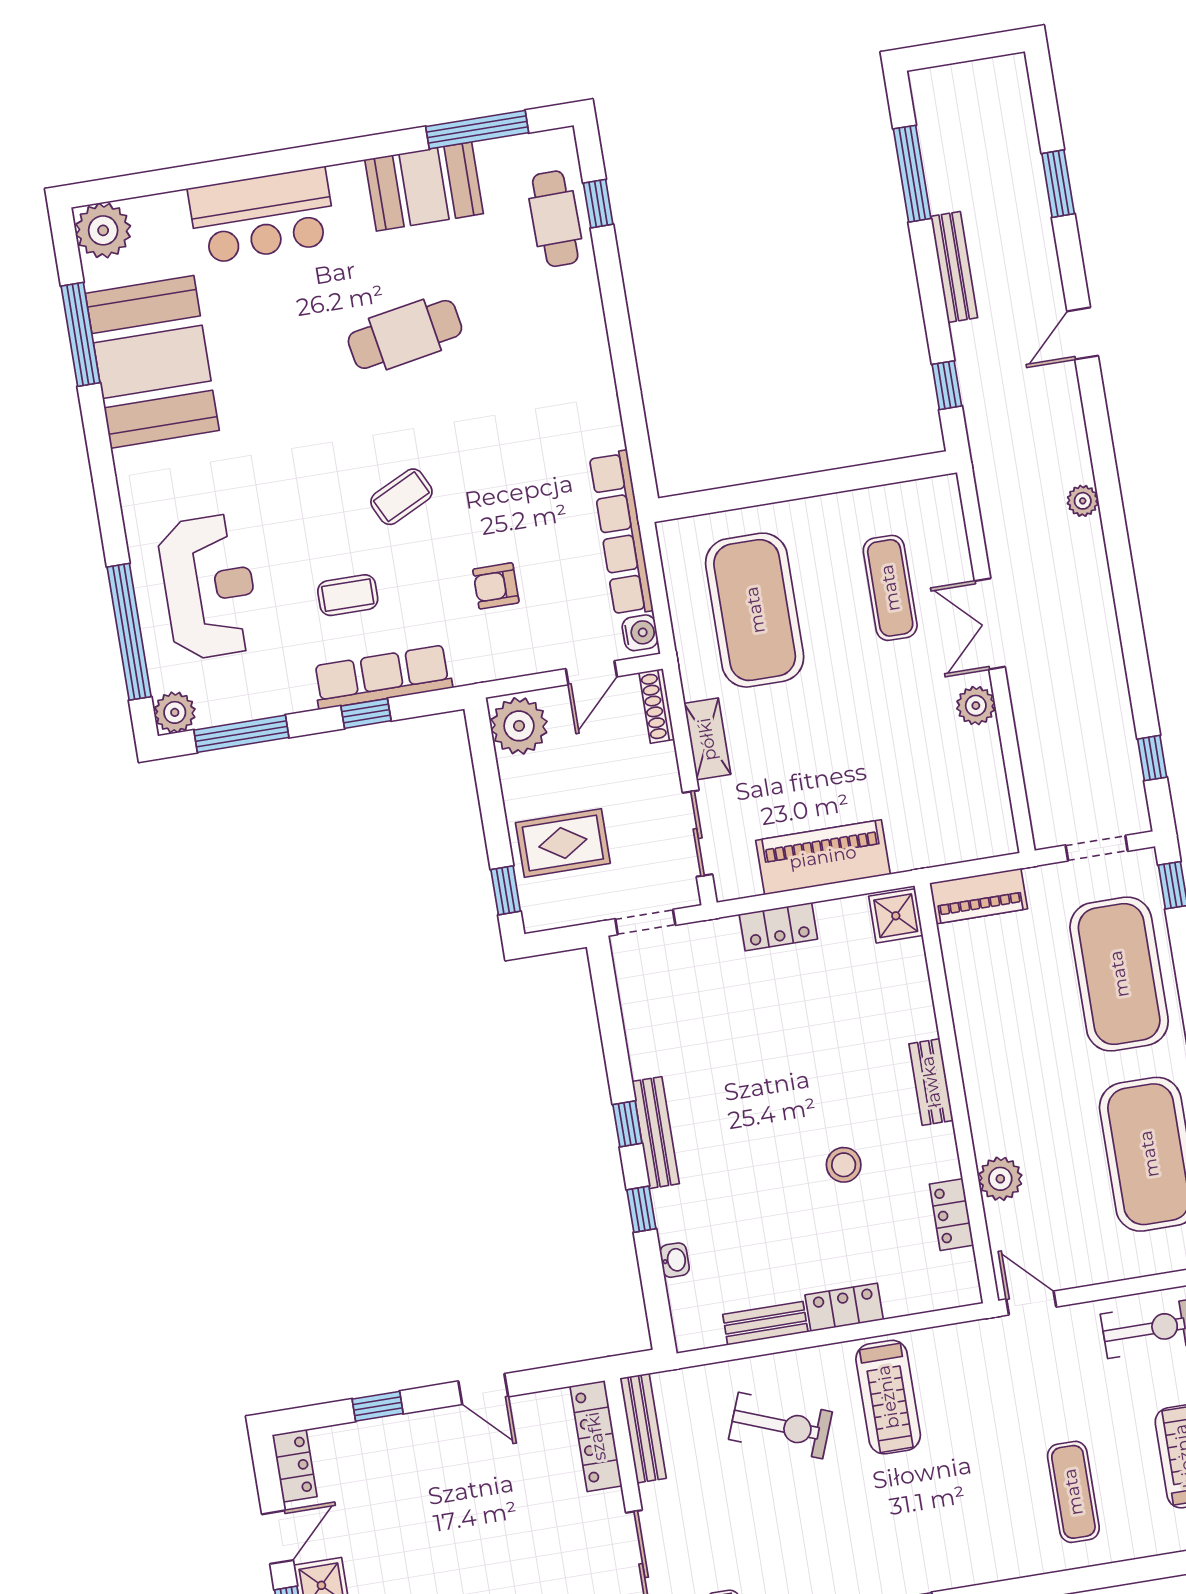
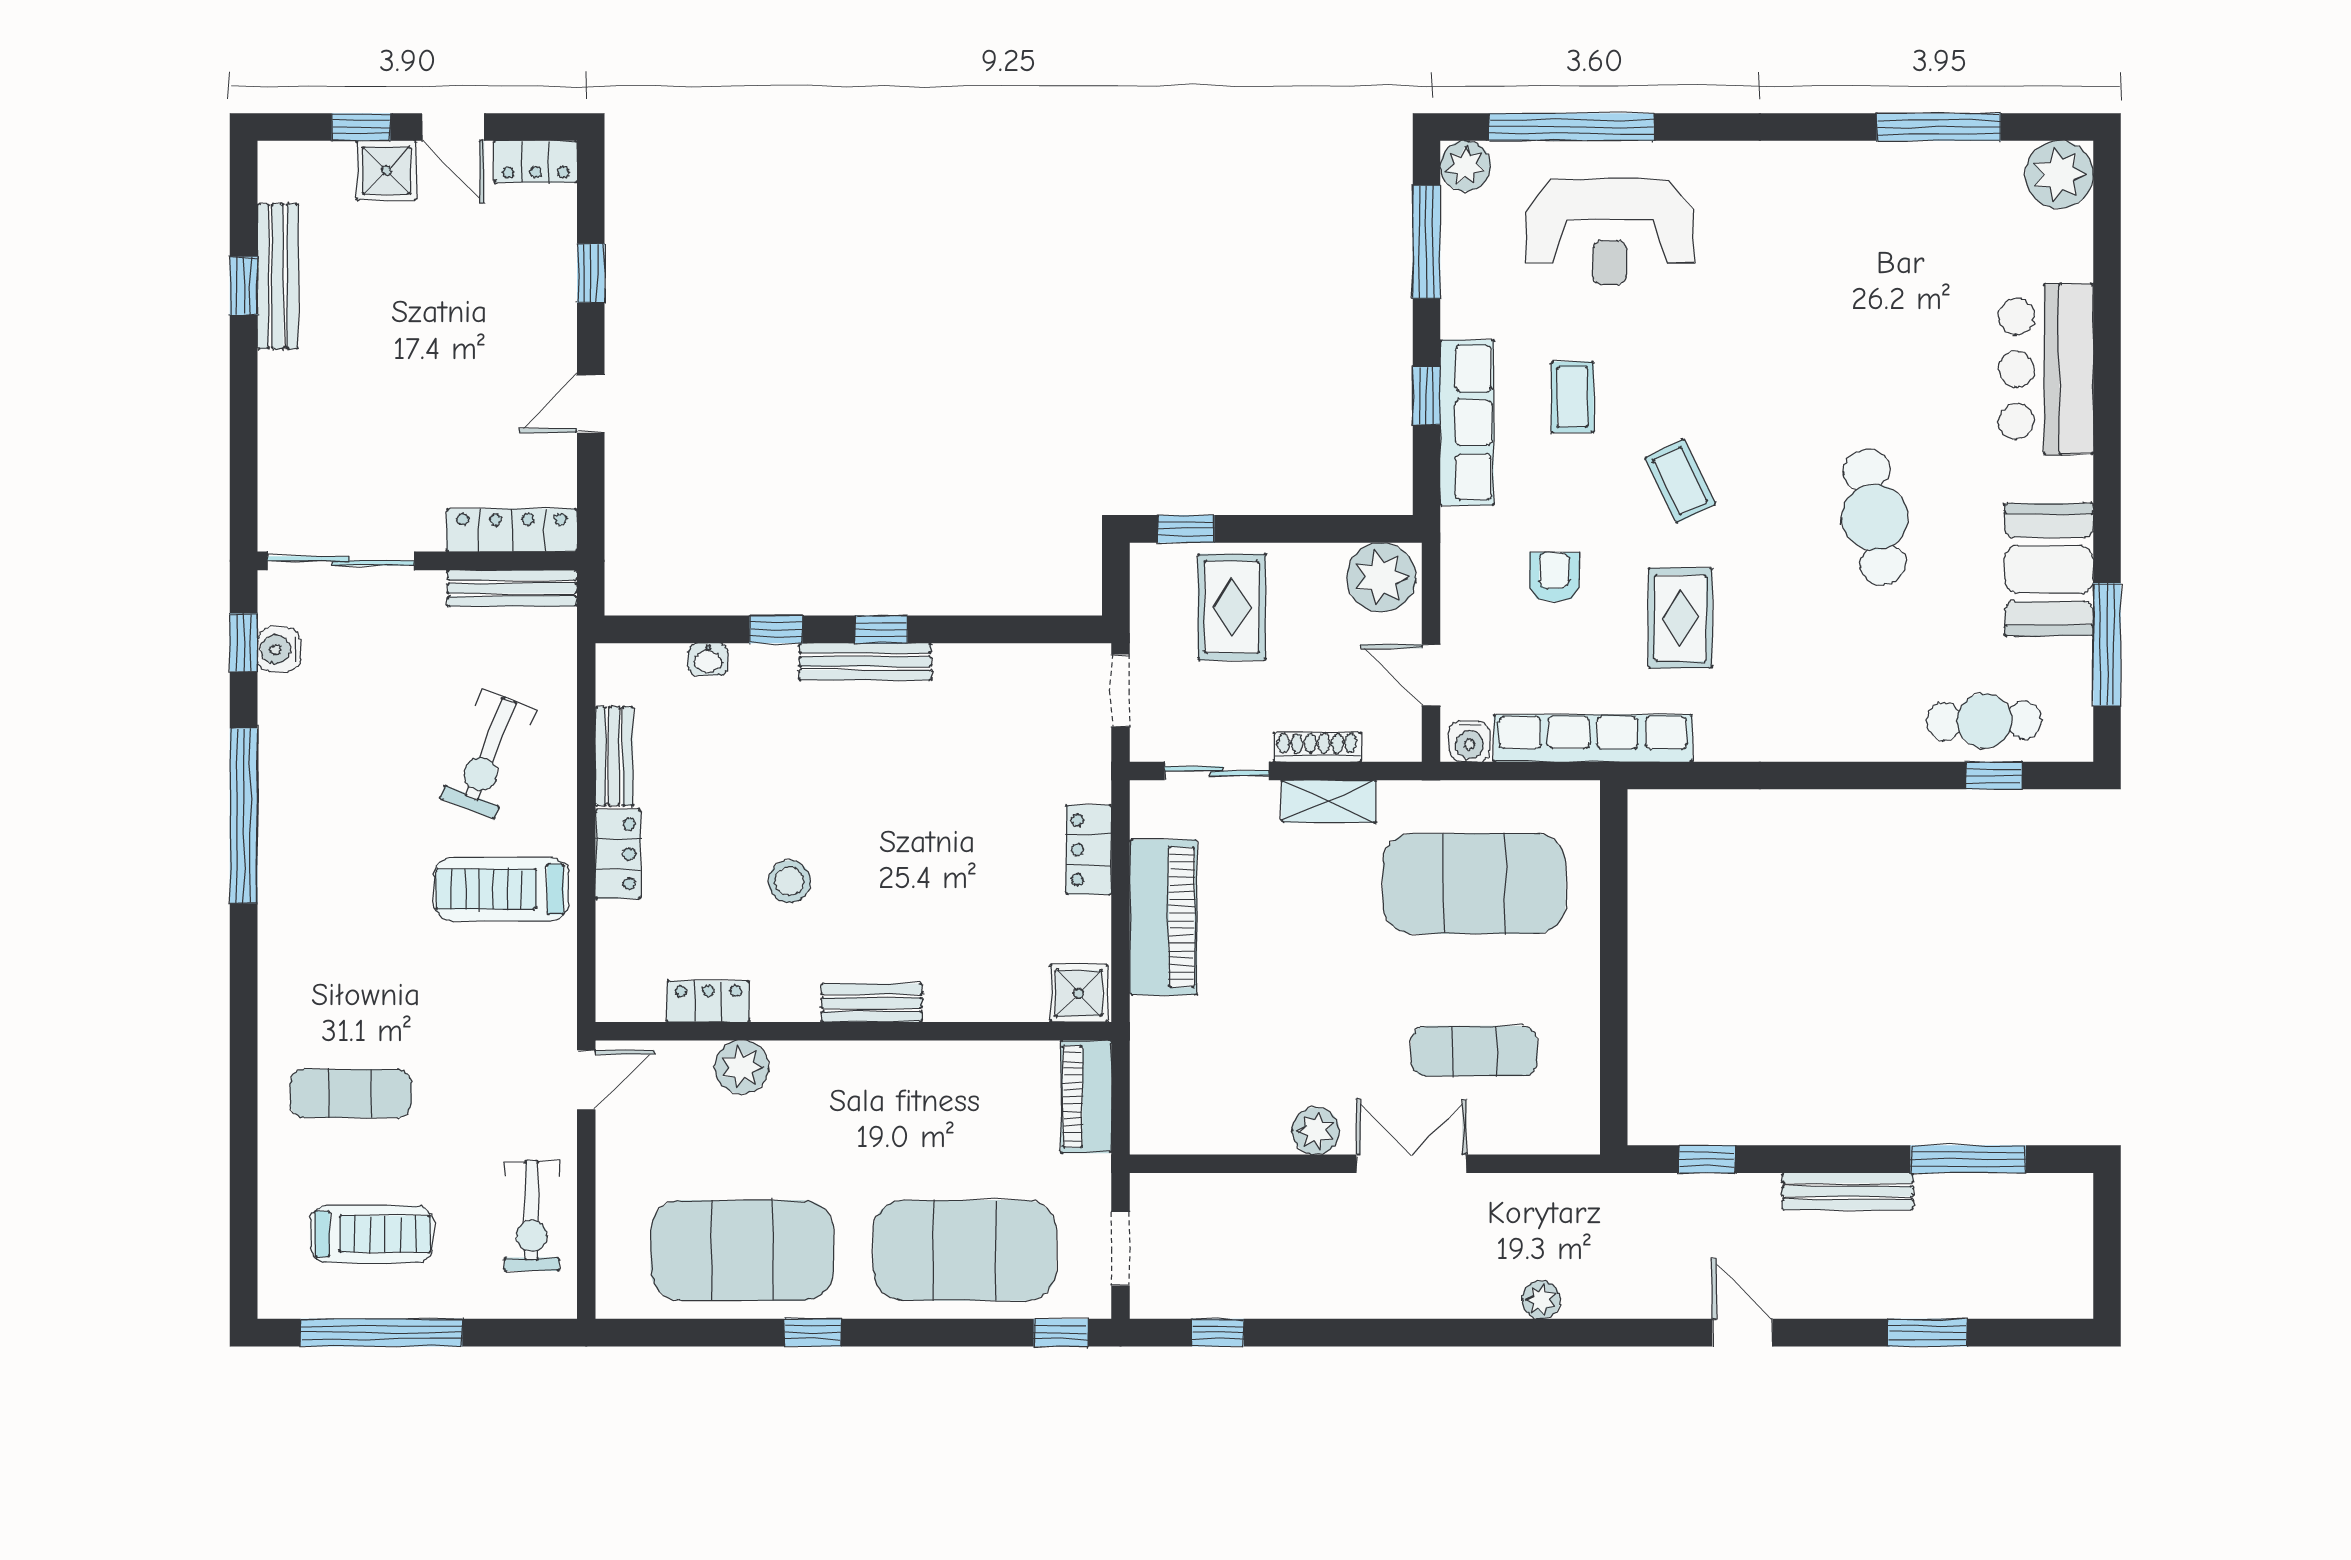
booth: (152, 362) -> (1892, 208), removed
rug: (512, 478) -> (1680, 618), added
shoe rack: (657, 706) -> (1317, 747), moved

